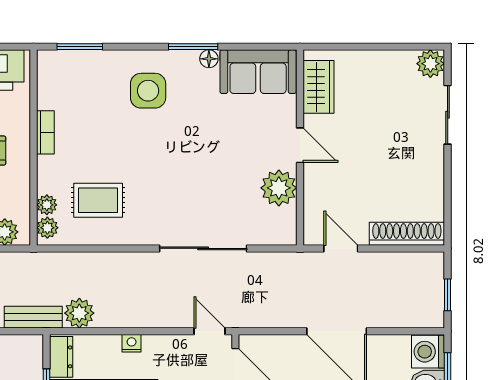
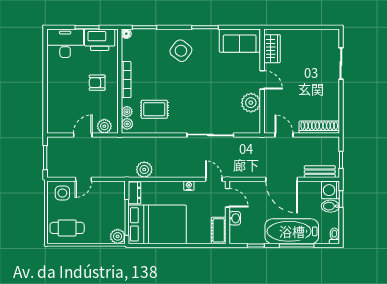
floor lamp: (209, 59) -> (126, 34), moved
plant: (430, 64) -> (332, 36), removed
side table: (148, 91) -> (181, 51), turned 37
bookcase: (45, 132) -> (126, 80), width x1.56
bench: (33, 317) -> (320, 172), moved
nightstand: (132, 343) -> (189, 186), moved

